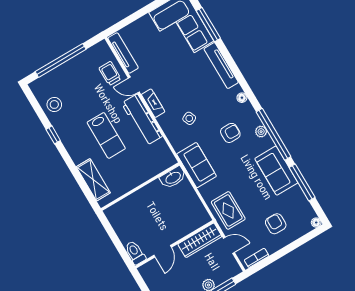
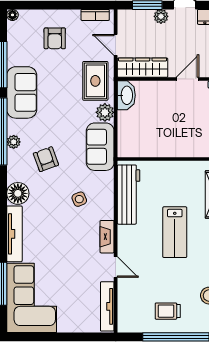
trolley: (110, 73) -> (168, 311), moved, turned 90
floor lamp: (242, 98) -> (18, 193), width x1.89, depth x1.89
workbench: (142, 120) -> (129, 195), moved
armchair: (230, 133) -> (46, 159), turned 70
lab bench: (106, 135) -> (175, 232), turned 180
washbasin: (173, 177) -> (126, 95), moved, turned 90
plant: (208, 192) -> (105, 112), added

